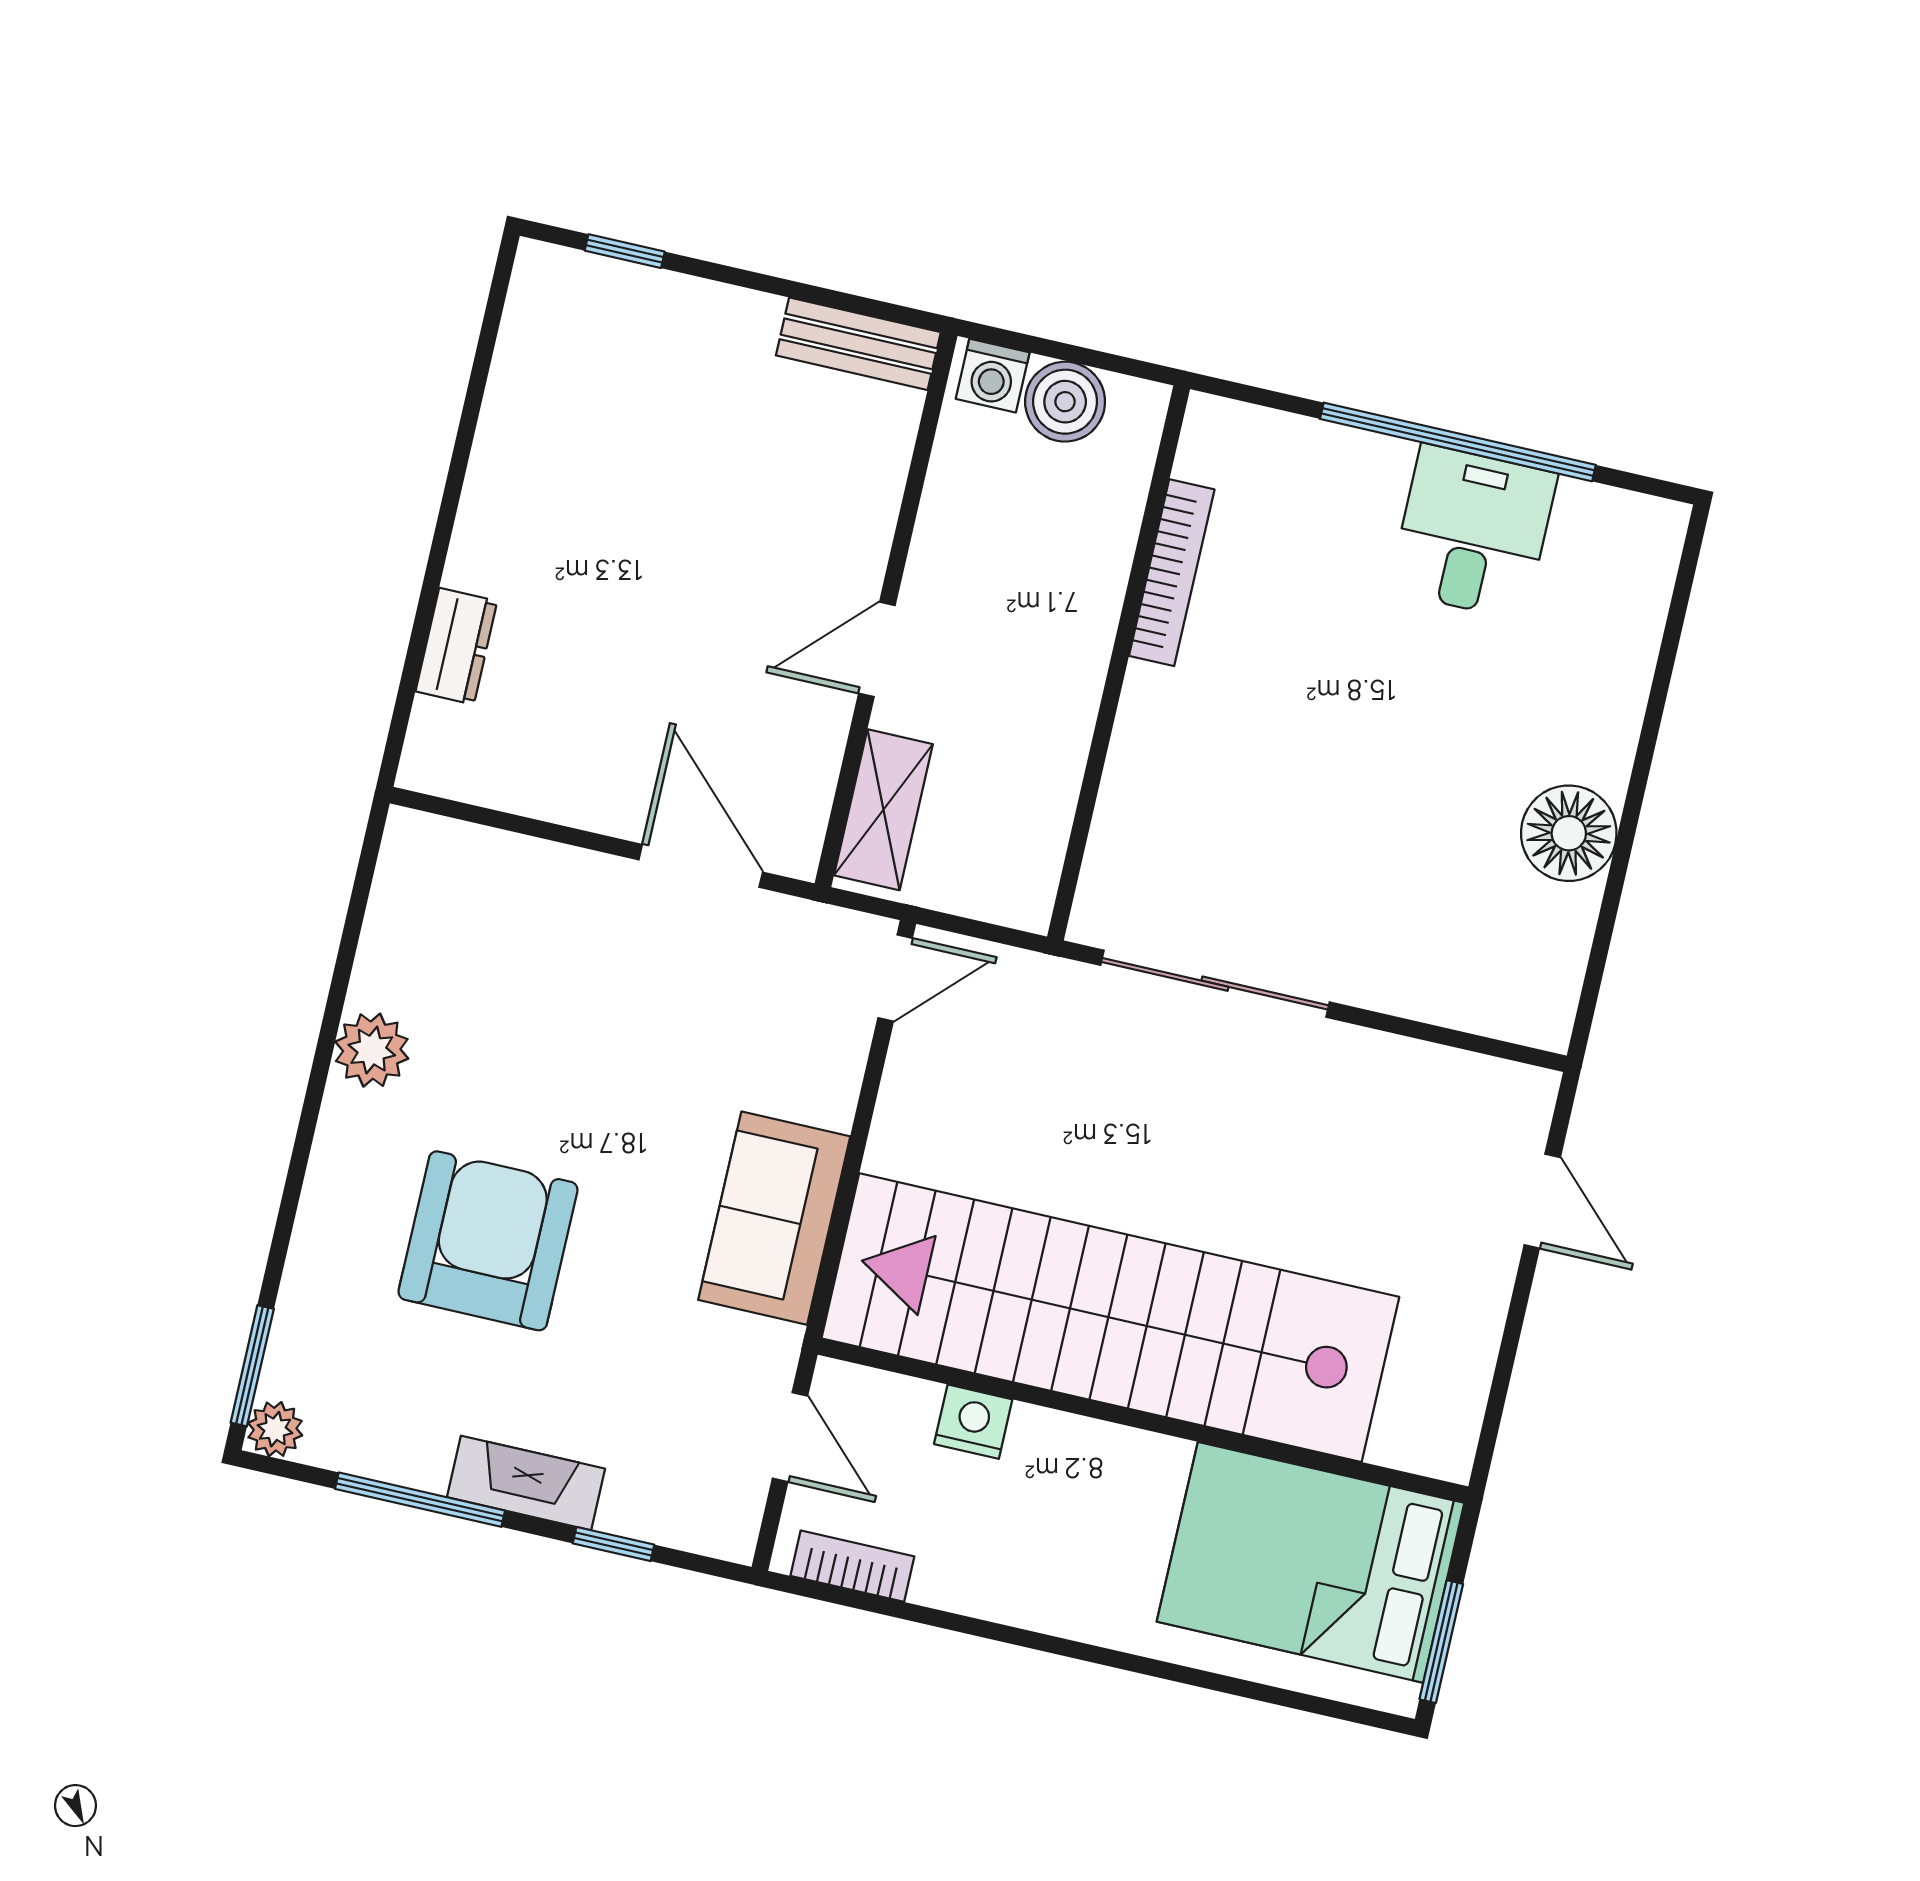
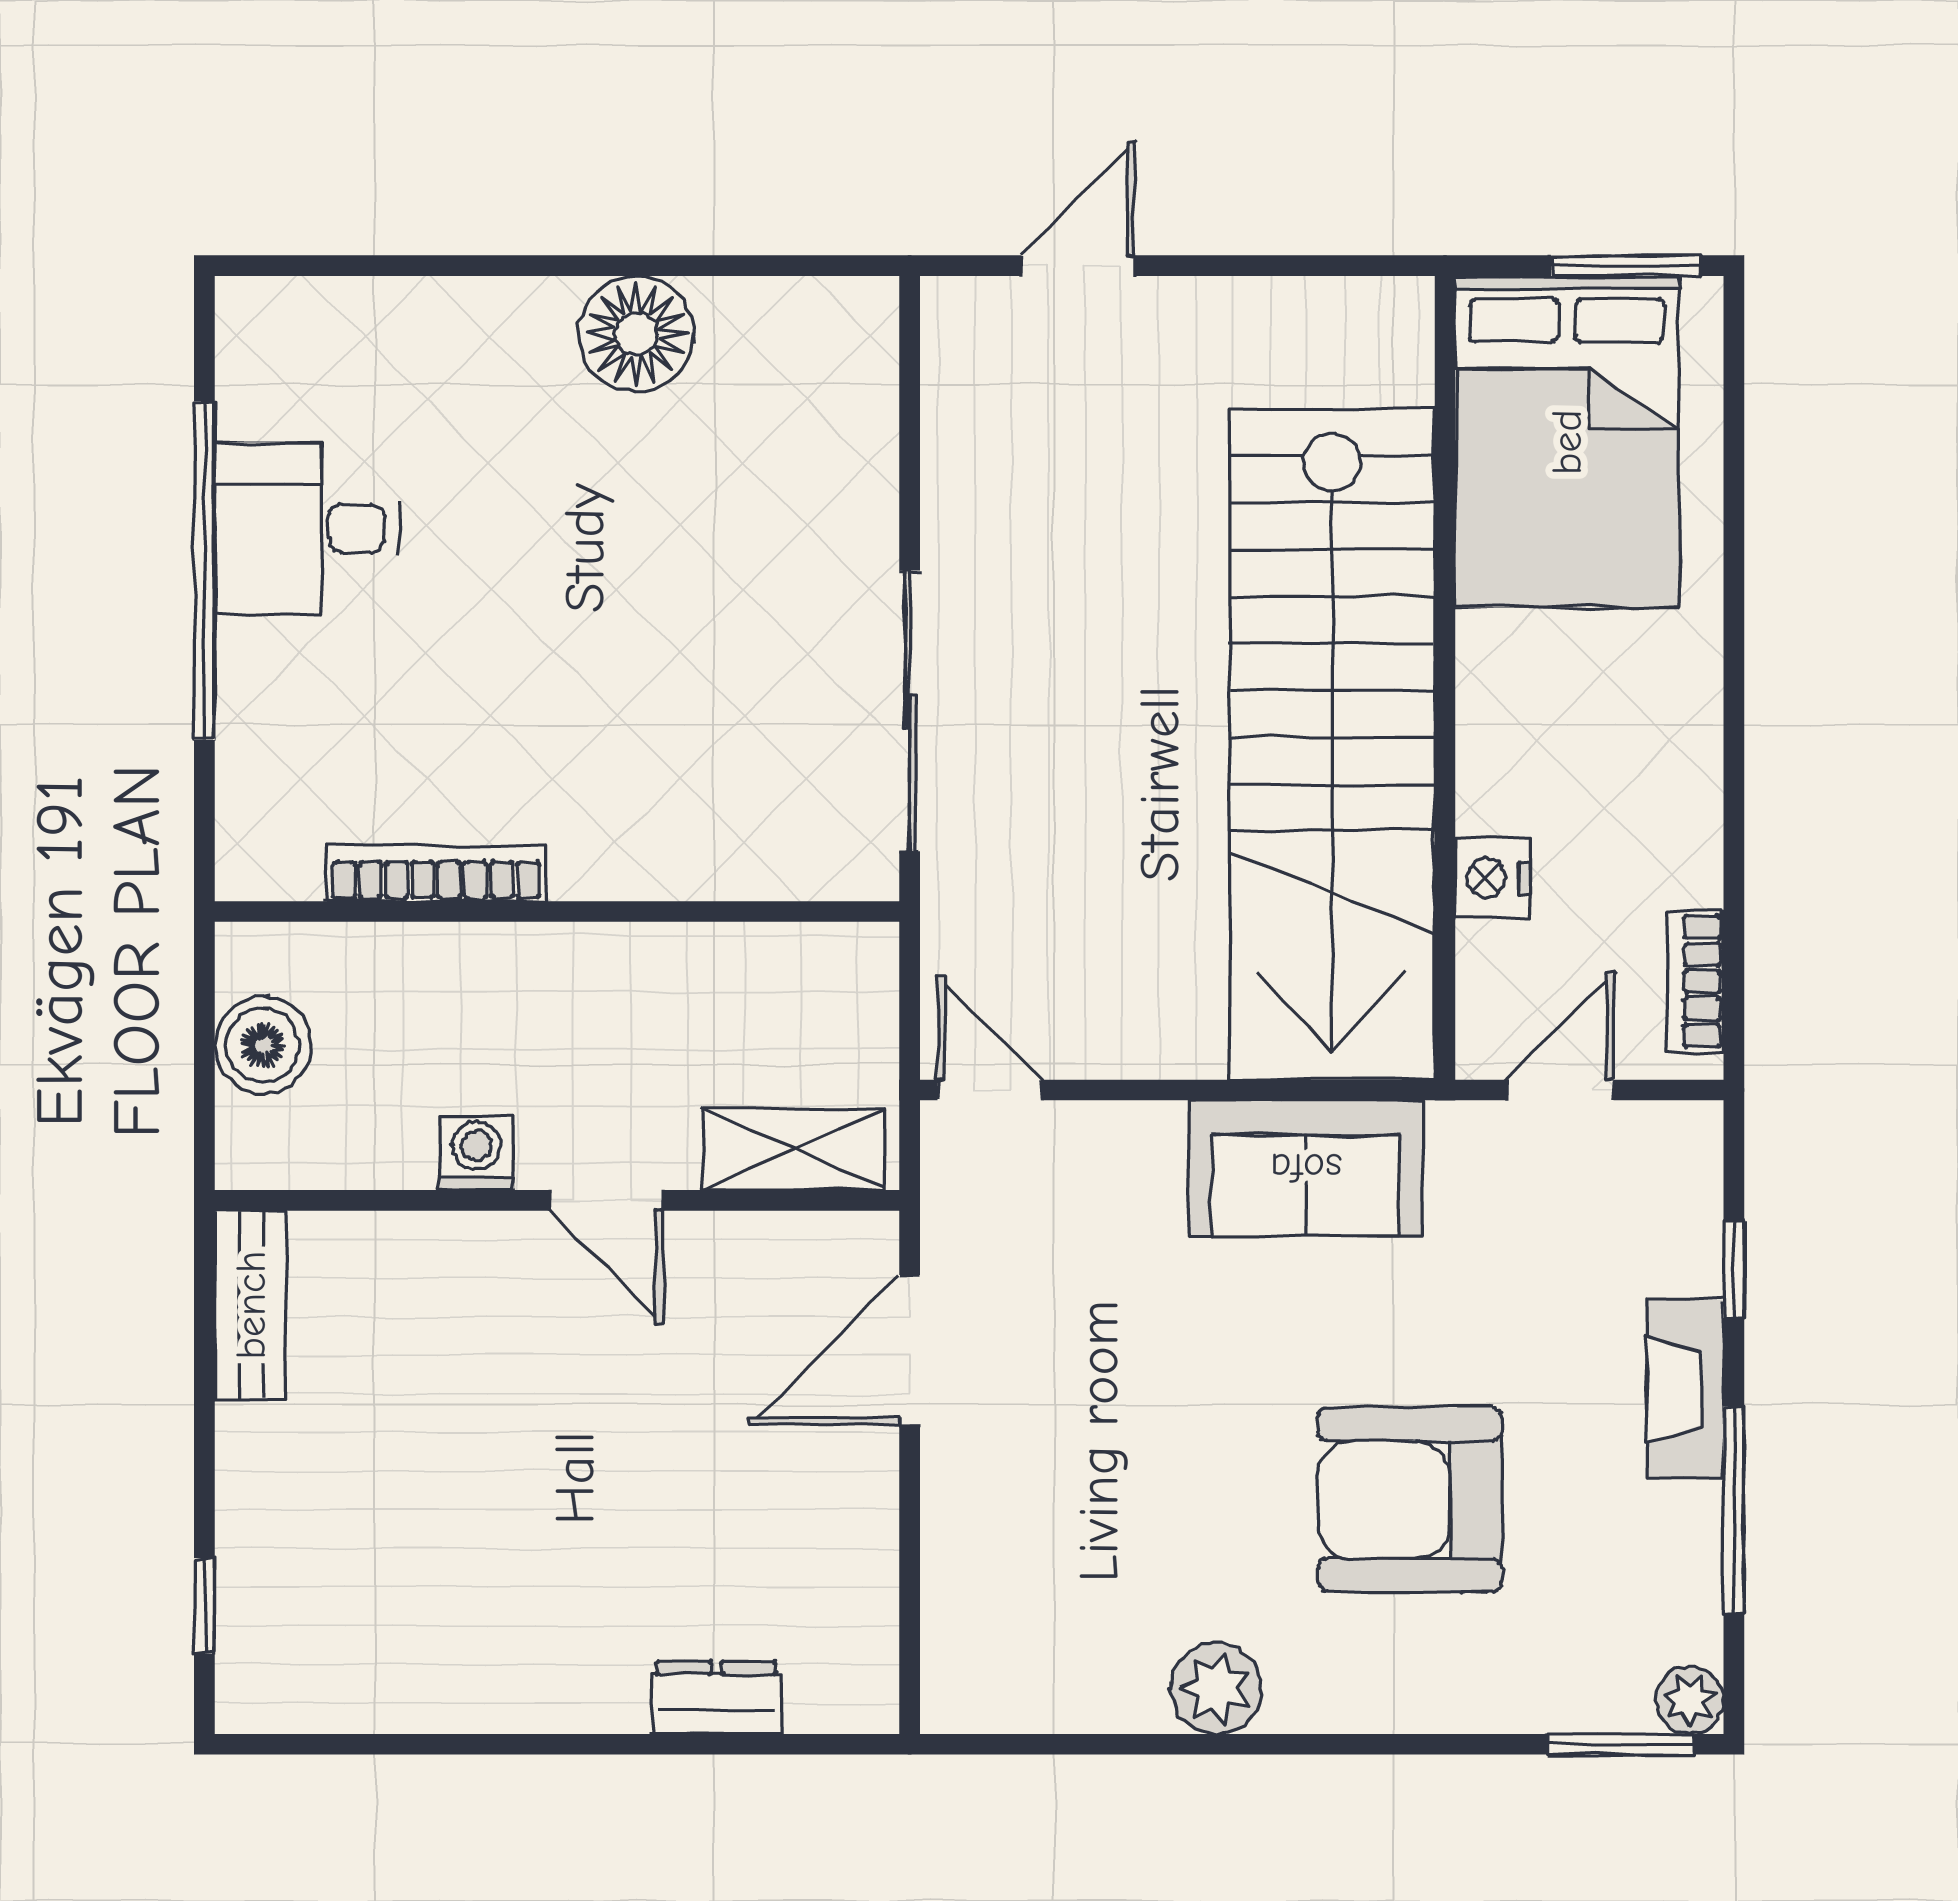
washing machine: (993, 376) -> (476, 1153), moved, turned -90

